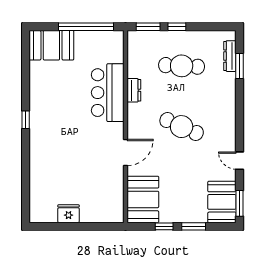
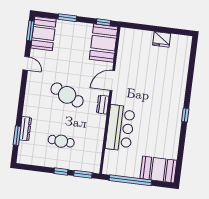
dresser: (230, 56) -> (25, 129), moved
cafe table: (182, 66) -> (61, 141), width x0.73, depth x0.74
dresser: (134, 90) -> (103, 105), moved
window: (164, 226) -> (104, 22), moved

